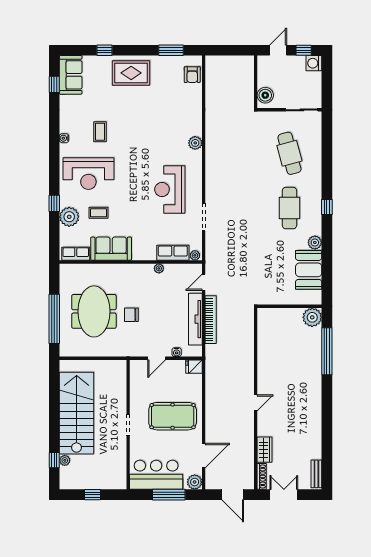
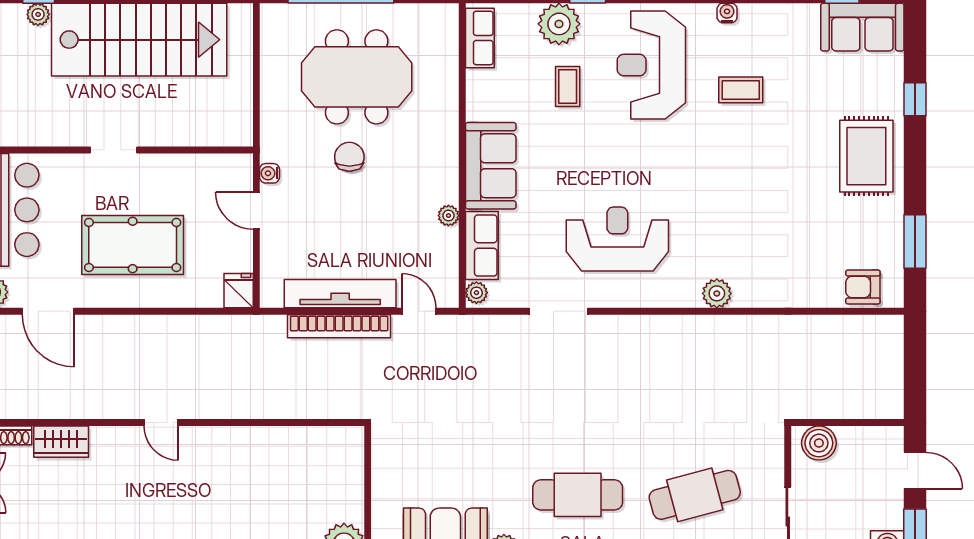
sofa: (111, 249) -> (491, 166), moved
water cooler: (177, 352) -> (270, 173), moved
pool table: (173, 416) -> (133, 245), turned 90

